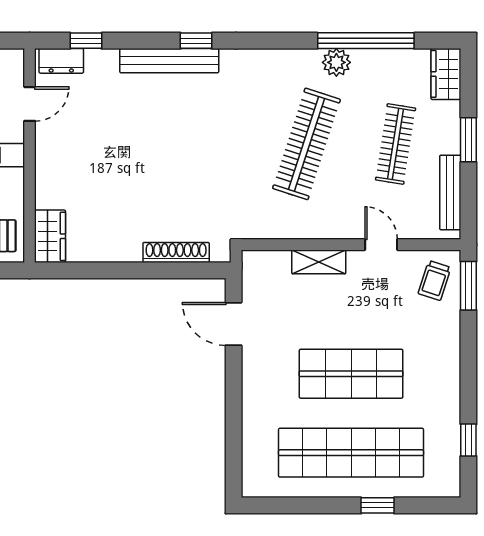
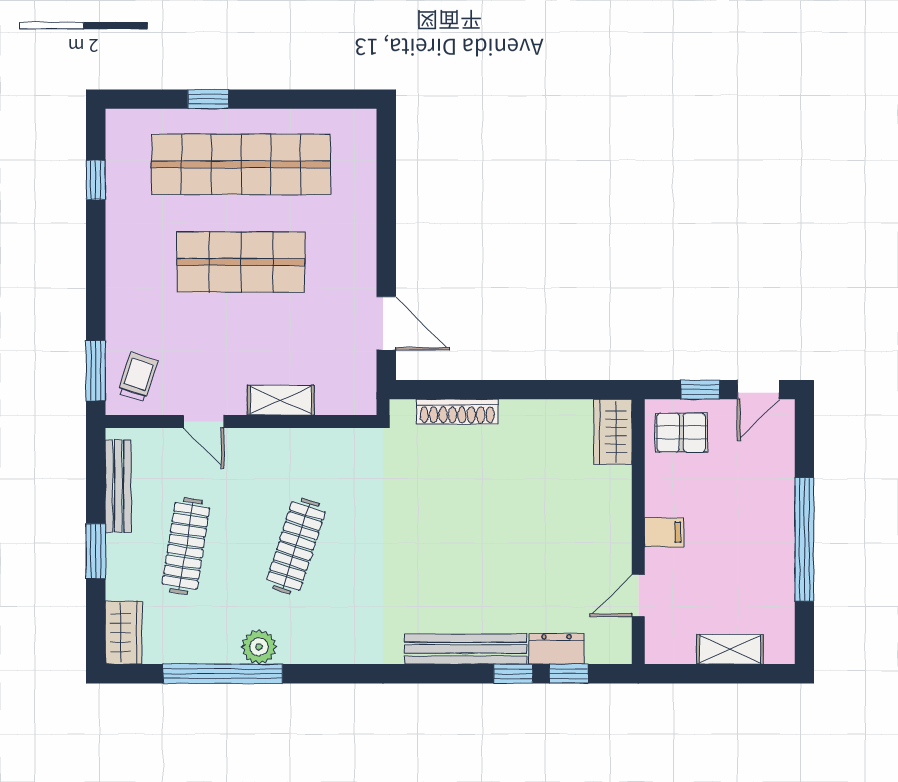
window: (196, 41) -> (513, 674), moved
dresser: (61, 61) -> (556, 649), moved
clothes rail: (306, 144) -> (296, 546), width x0.73, depth x0.76

